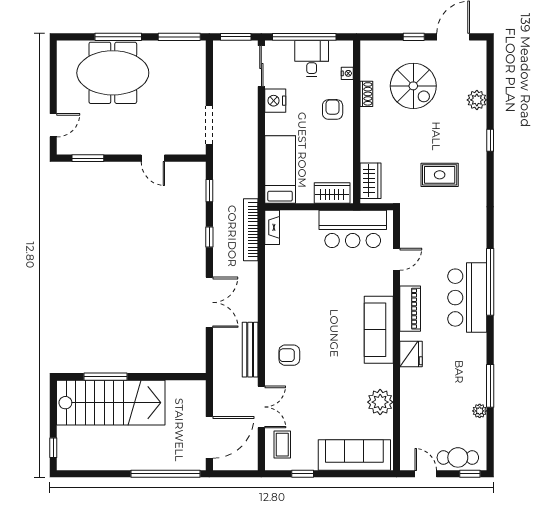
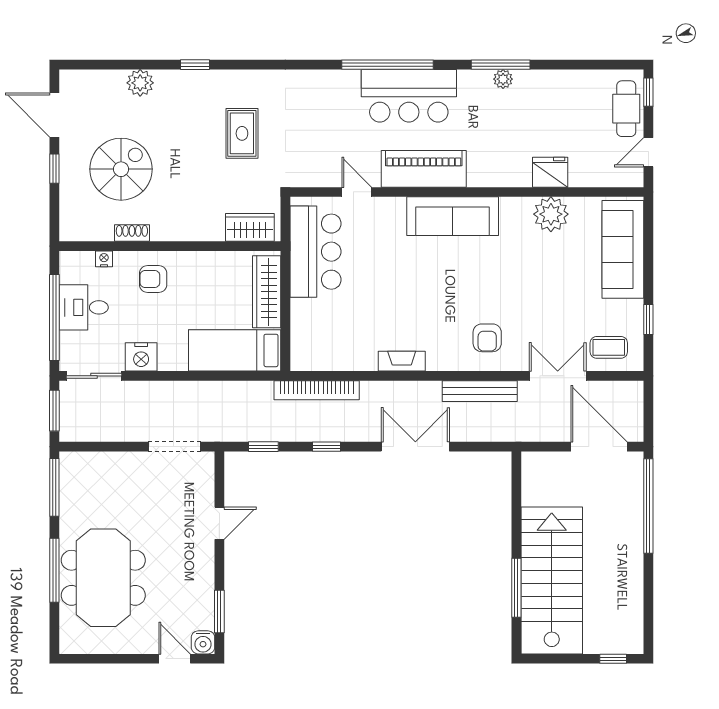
water cooler: (65, 146) -> (203, 642), added
wardrobe: (332, 193) -> (267, 292), width x1.50
fireplace: (272, 227) -> (402, 361), moved
piano: (410, 309) -> (424, 169), width x1.37, depth x1.33
fridge: (411, 354) -> (550, 172), moved
window: (490, 386) -> (501, 65), moved
plant: (480, 411) -> (503, 79), moved

